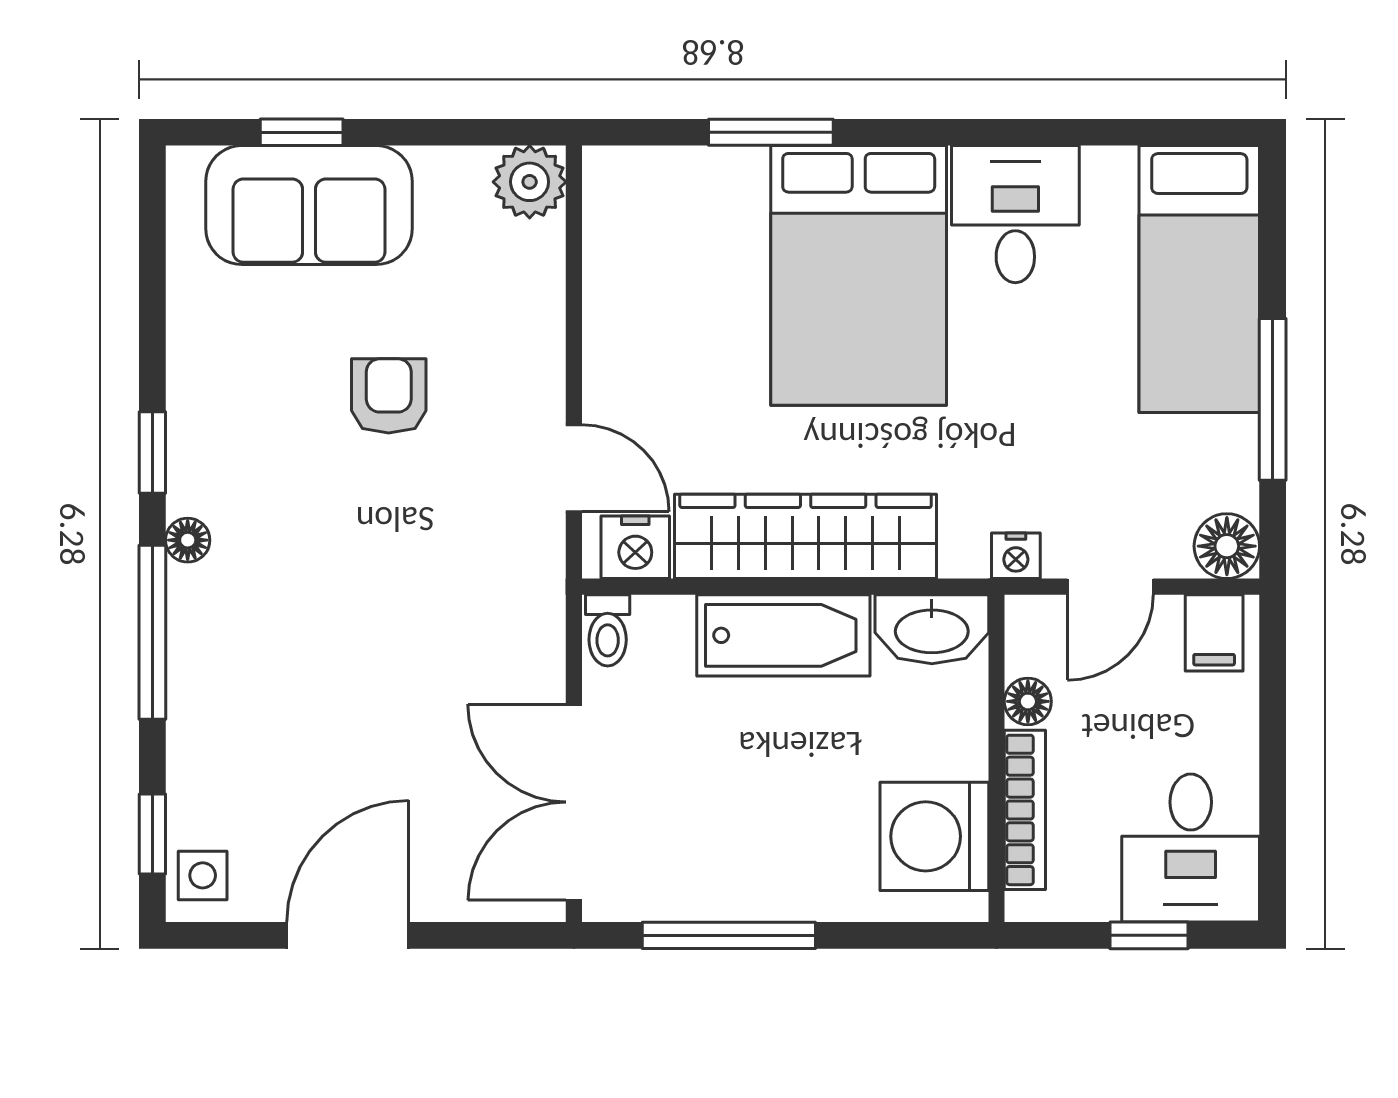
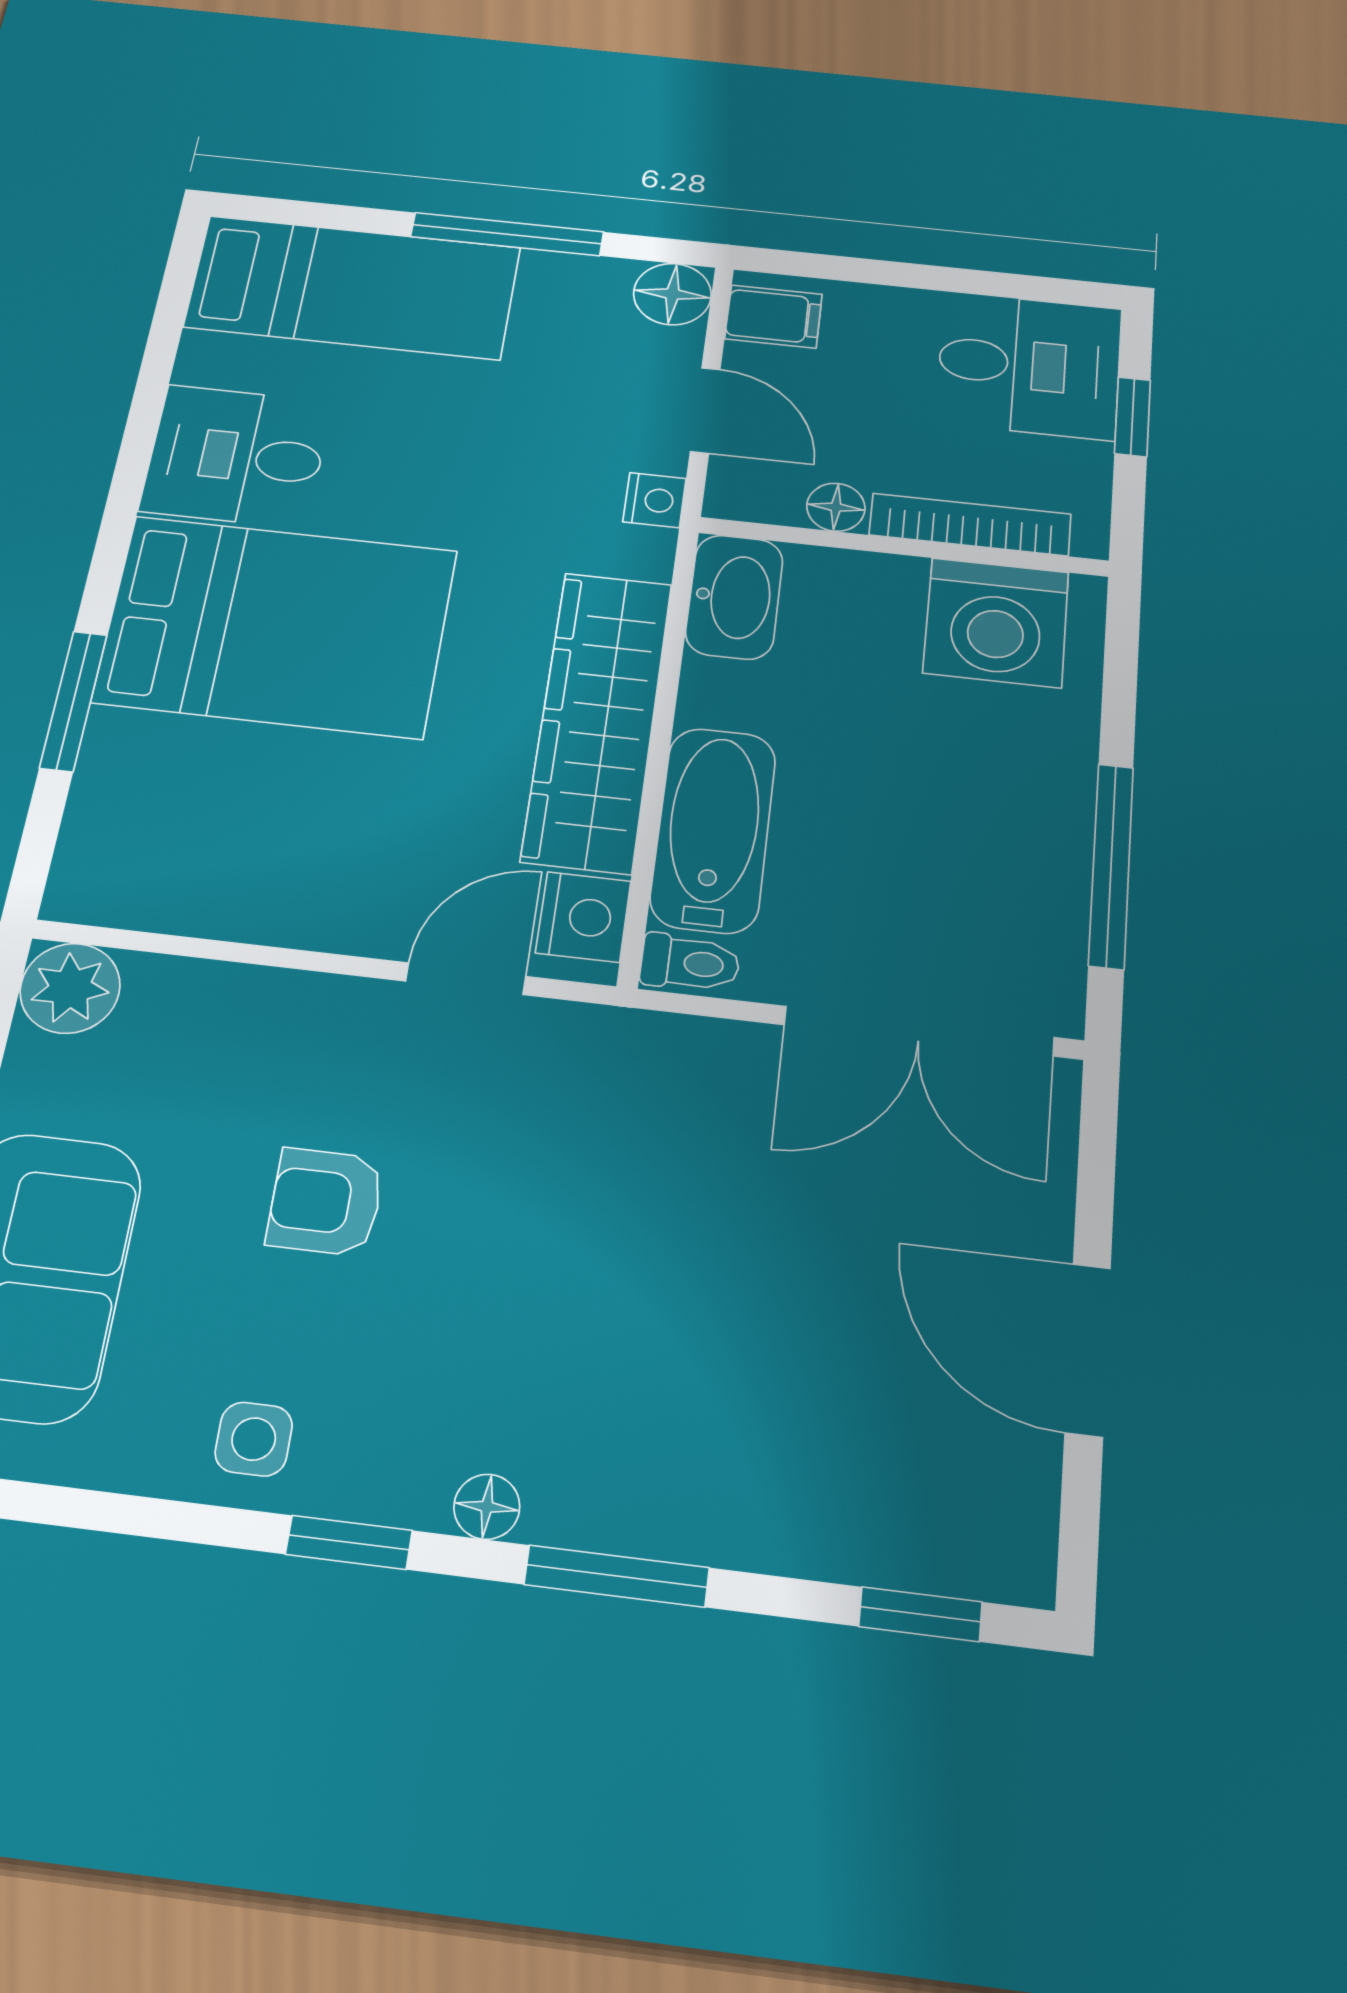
window: (152, 632) -> (617, 1576), width x0.69
bathtub: (783, 635) -> (713, 830), moved
side table: (203, 875) -> (254, 1439), moved

